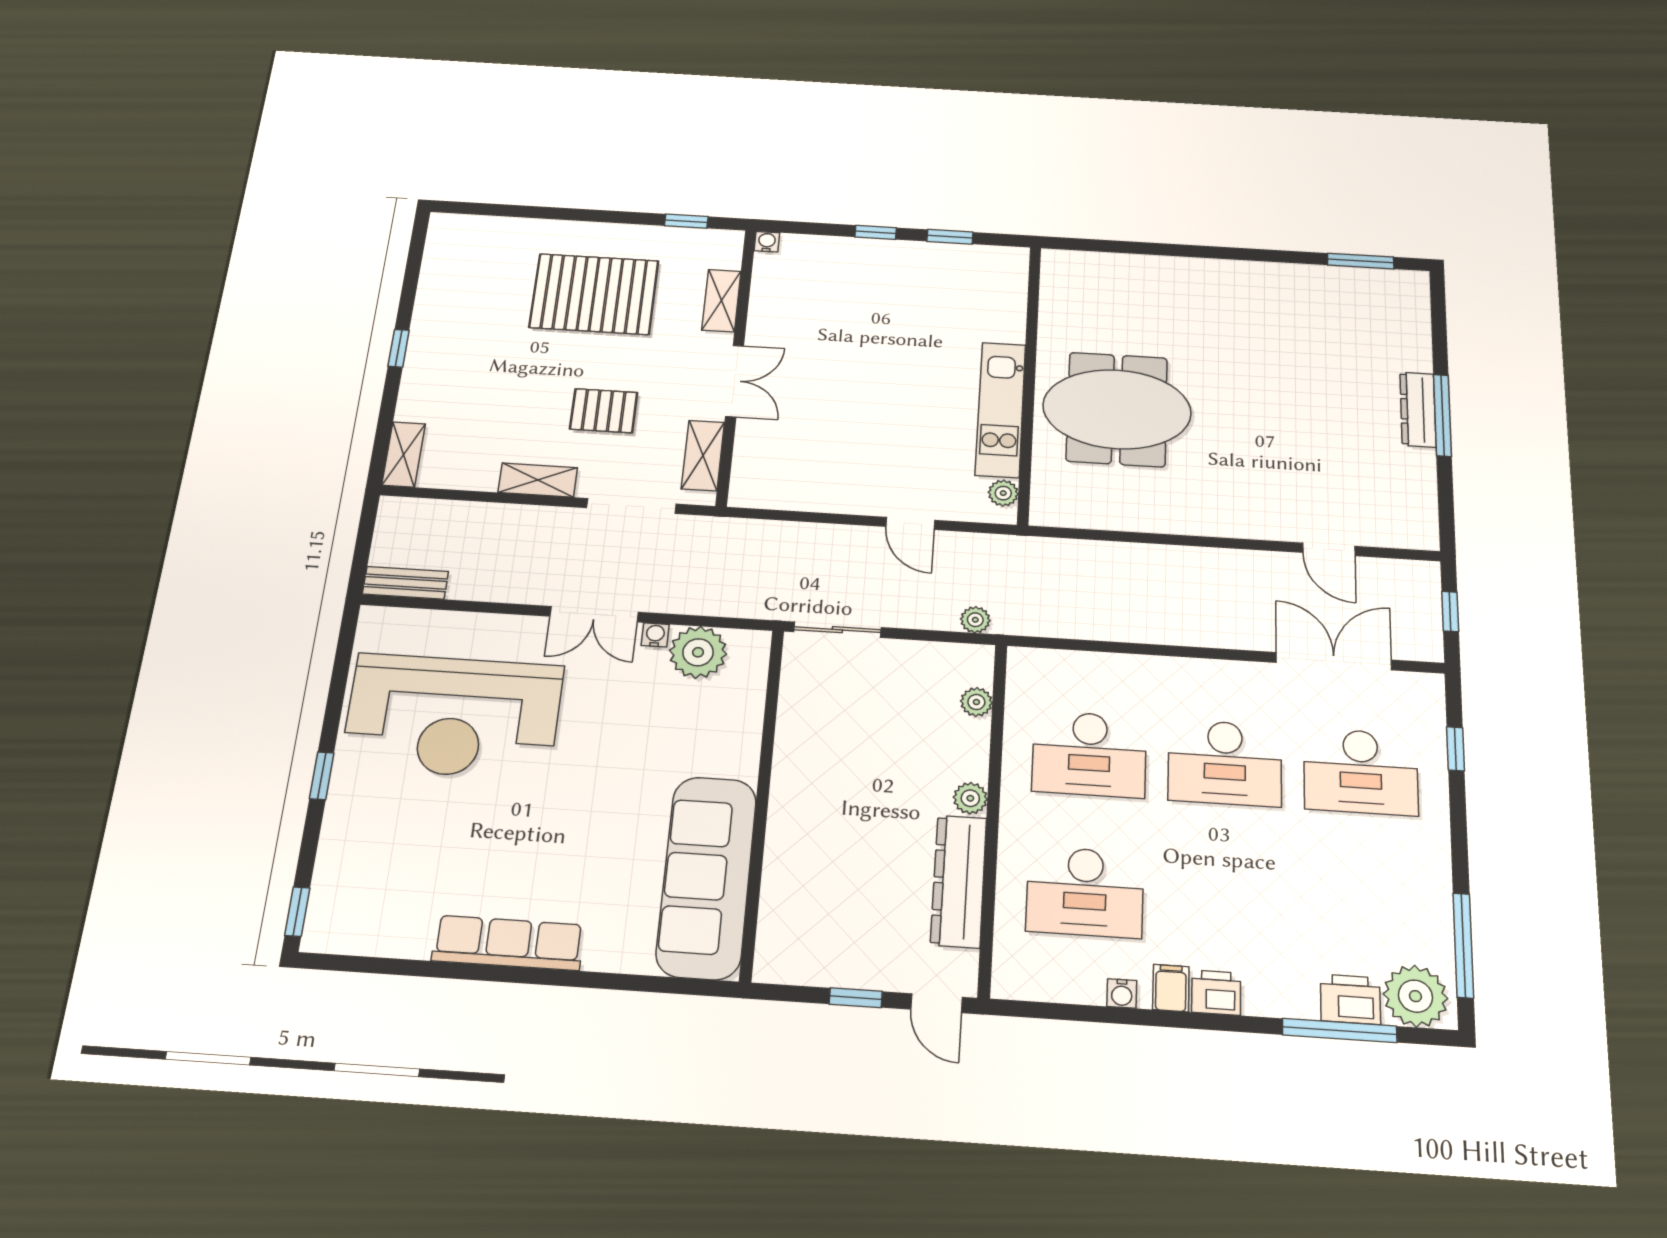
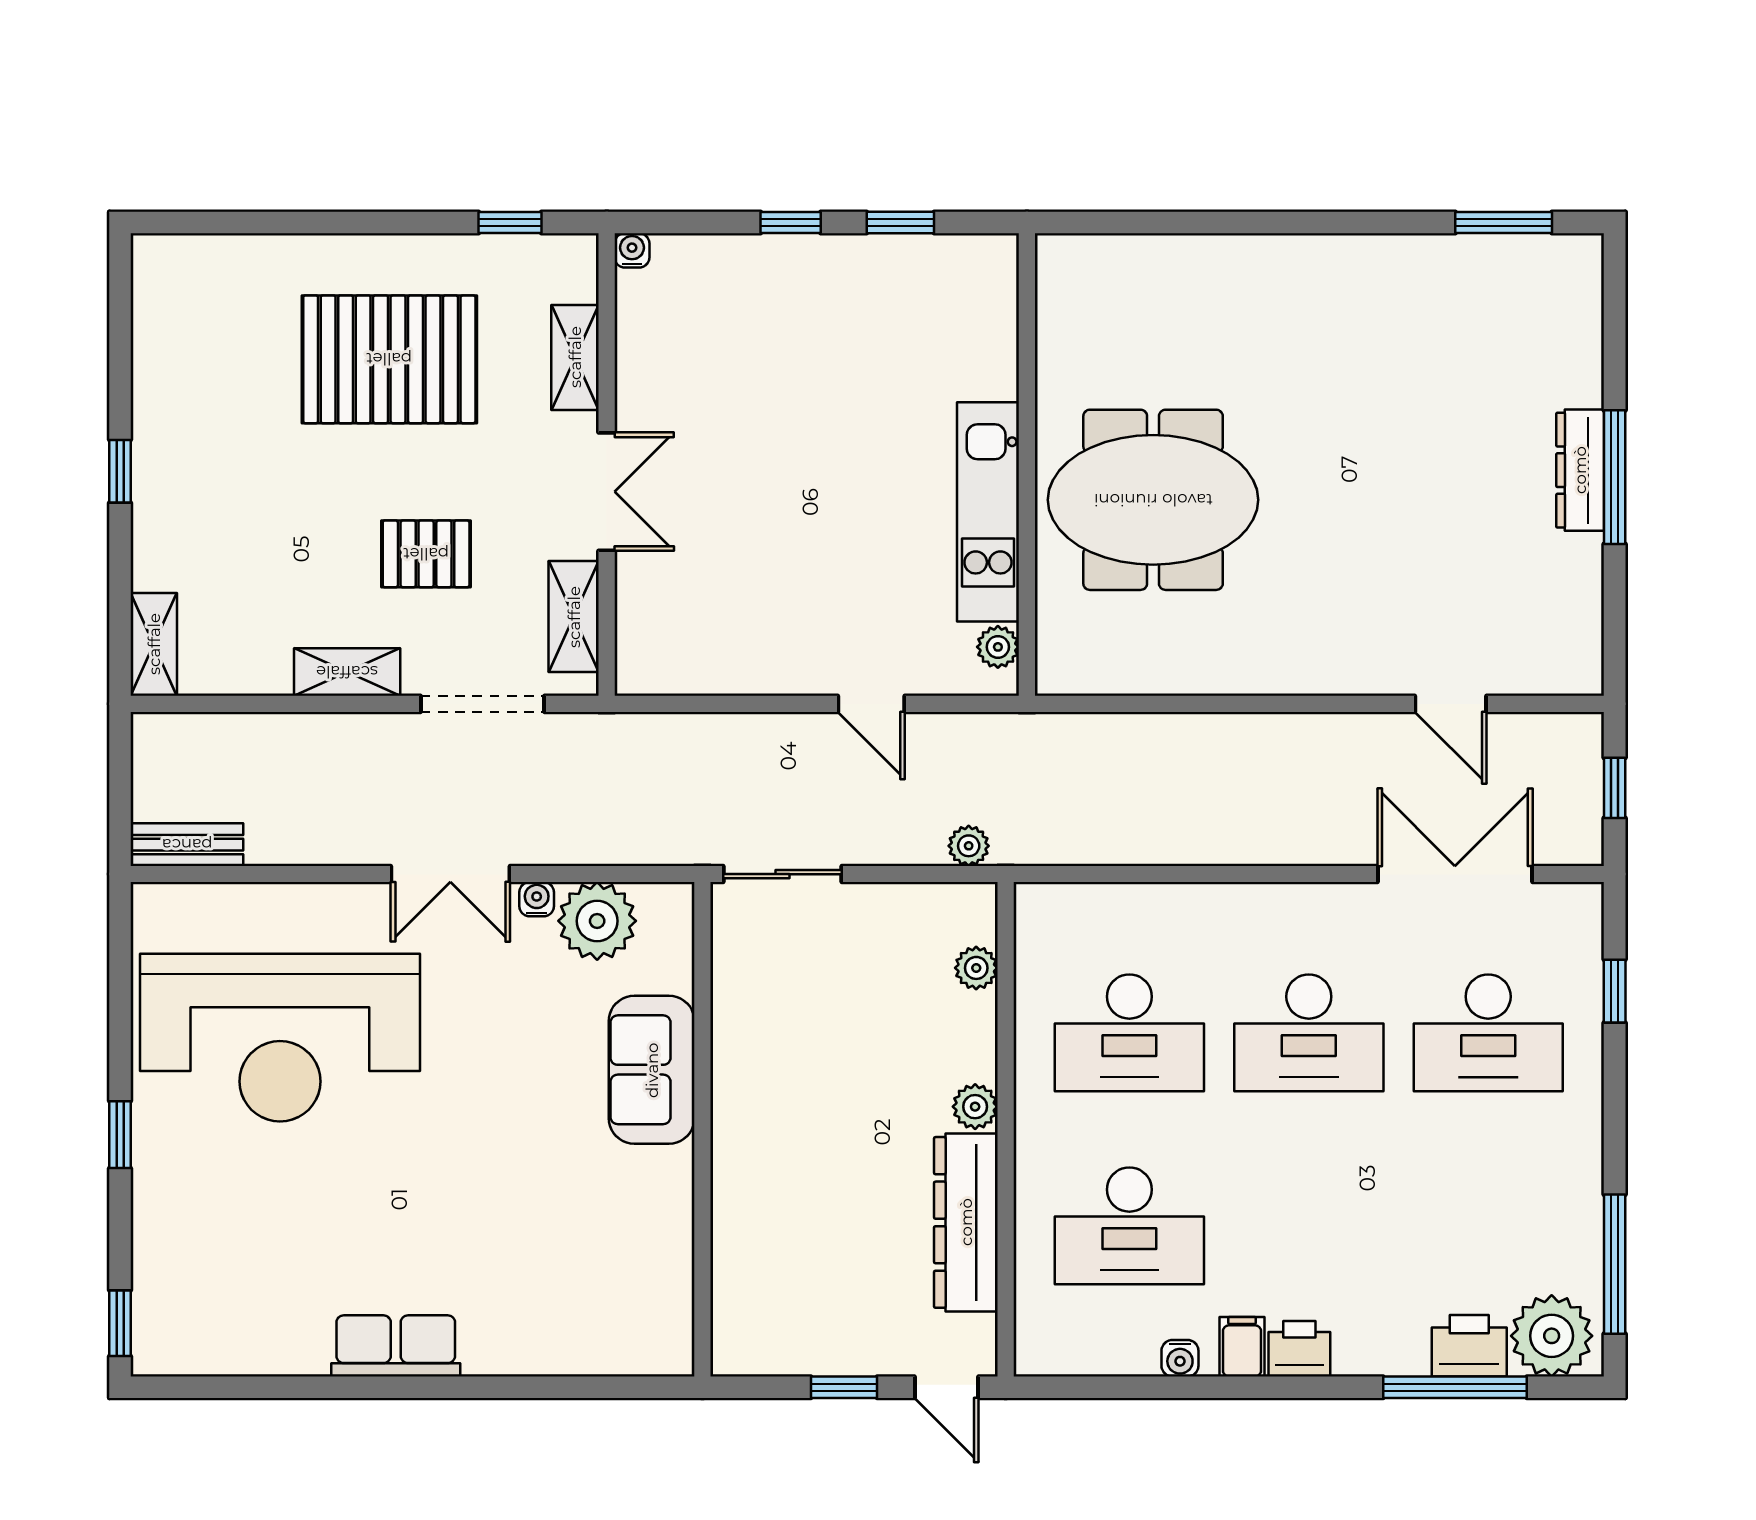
sofa: (707, 877) -> (652, 1070), moved, width x0.54, depth x0.79
row of seats: (508, 943) -> (396, 1346), width x0.68

